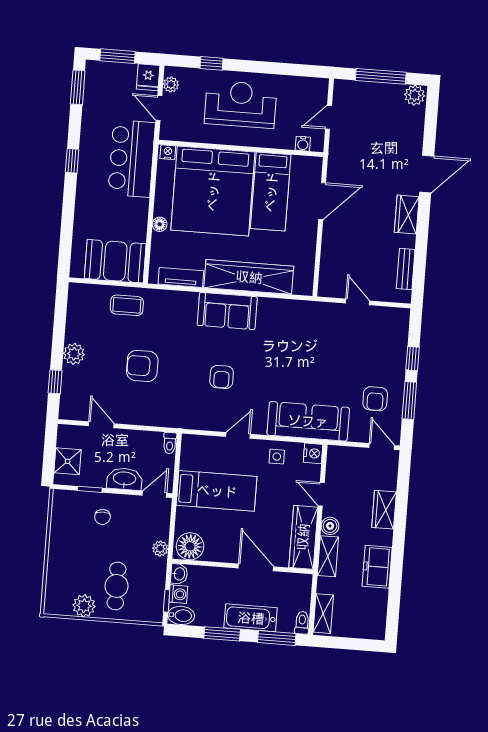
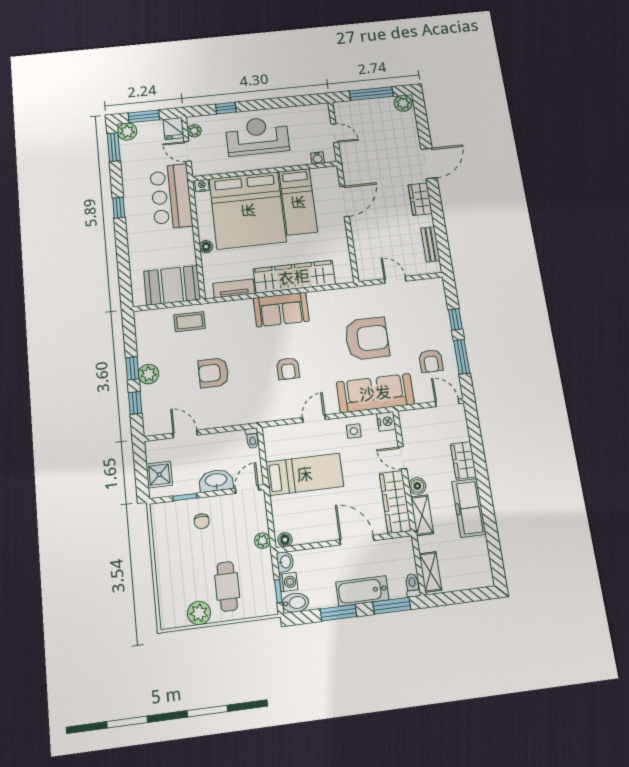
plant: (96, 71) -> (127, 132), added
door: (329, 117) -> (335, 133), swing flipped
window: (58, 344) -> (132, 368), added
armchair: (312, 361) -> (367, 338), added
floor lamp: (190, 546) -> (285, 540), width x0.53, depth x0.53
freezer: (377, 567) -> (469, 508), width x1.40

